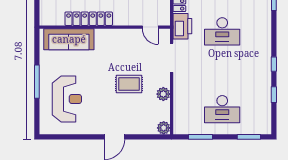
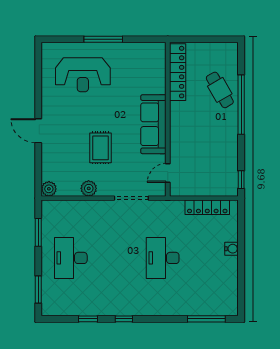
locker: (89, 19) -> (178, 72), moved
printer: (182, 26) -> (169, 211), removed
sofa: (69, 39) -> (153, 124), moved

